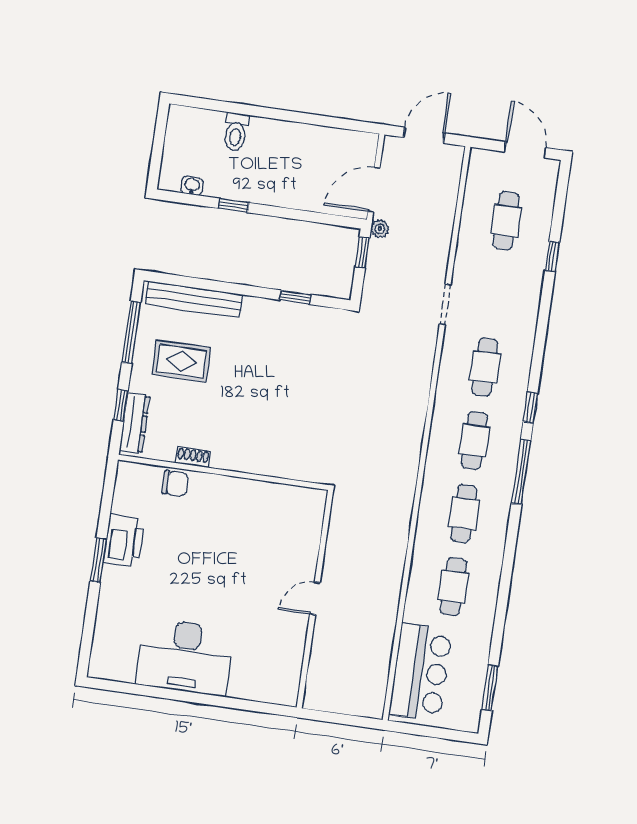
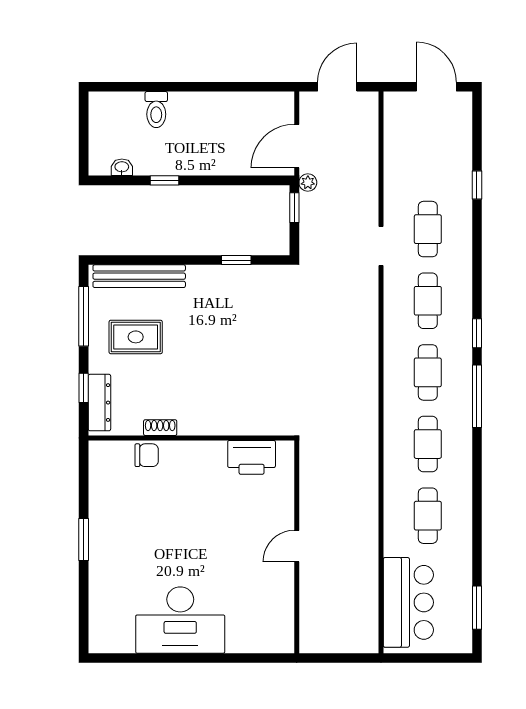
cafe table: (506, 221) -> (428, 229), moved
printer: (124, 541) -> (252, 457), moved, turned 90

